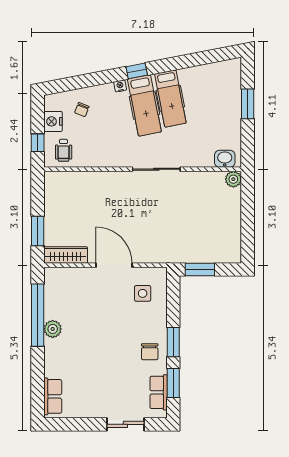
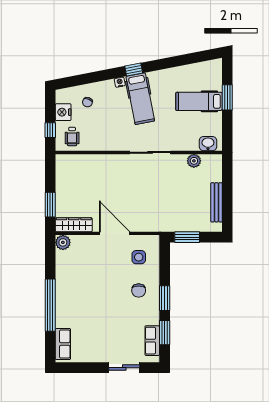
hospital bed: (170, 98) -> (199, 101), moved, turned 101
plant: (233, 179) -> (194, 161), moved
bench: (235, 228) -> (216, 202), added
window: (38, 315) -> (50, 305), moved
plant: (53, 329) -> (63, 242), moved
chair: (150, 352) -> (139, 290), moved

